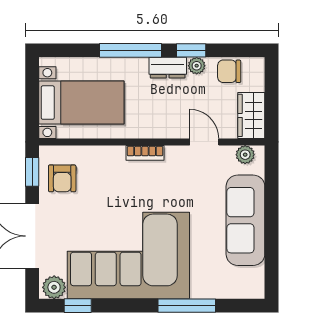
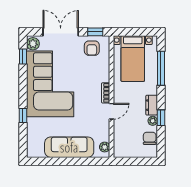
window: (130, 50) -> (161, 68), moved
wardrobe: (251, 115) -> (126, 150), removed
door: (204, 142) -> (111, 111), moved
armchair: (62, 178) -> (92, 48), turned -90
window: (187, 306) -> (23, 115), width x0.46

